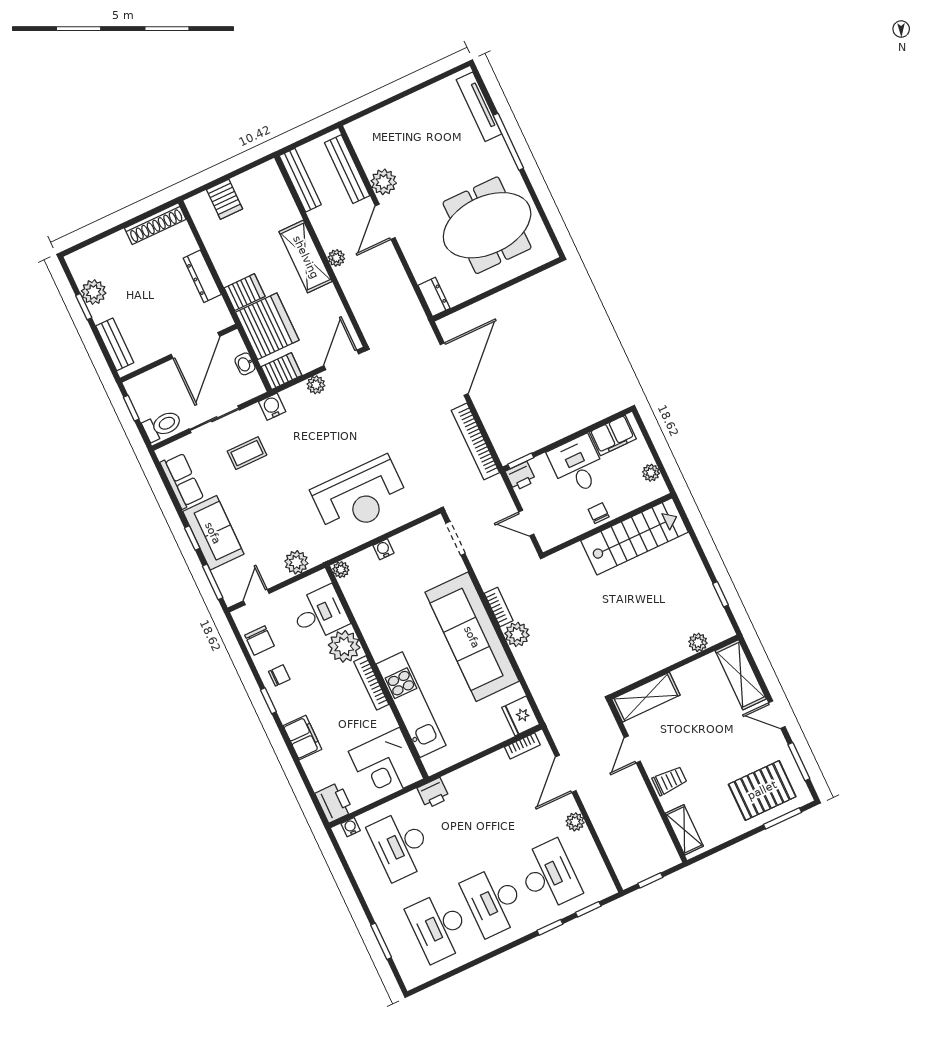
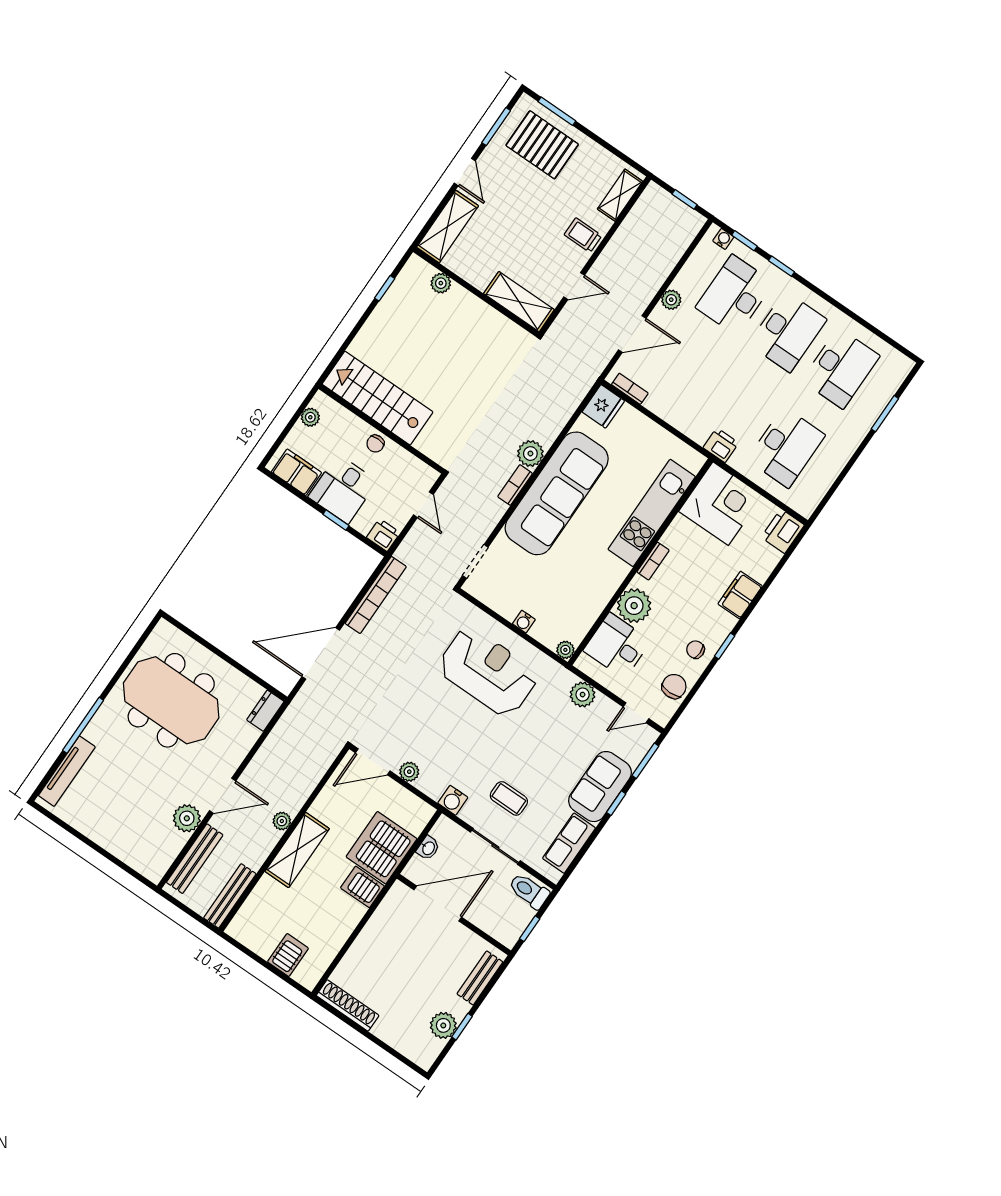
dresser: (202, 276) -> (371, 934), removed
server rack: (281, 371) -> (415, 811), removed
window: (521, 461) -> (336, 520), moved
bookcase: (371, 683) -> (653, 561), width x0.64
water cooler: (351, 827) -> (723, 239), moved, turned 180

